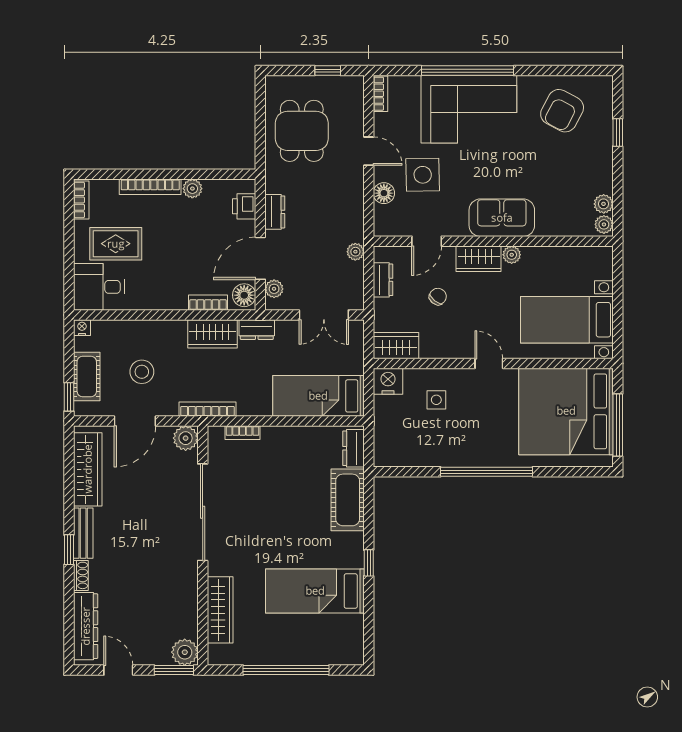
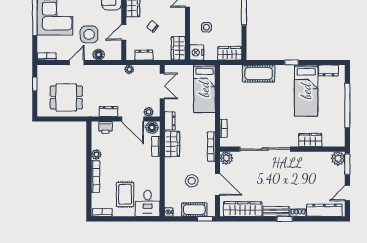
door: (427, 241) -> (124, 32), swing flipped
wardrobe: (386, 444) -> (230, 53), added
dresser: (353, 448) -> (328, 70), moved
wardrobe: (220, 610) -> (310, 140), width x0.67

